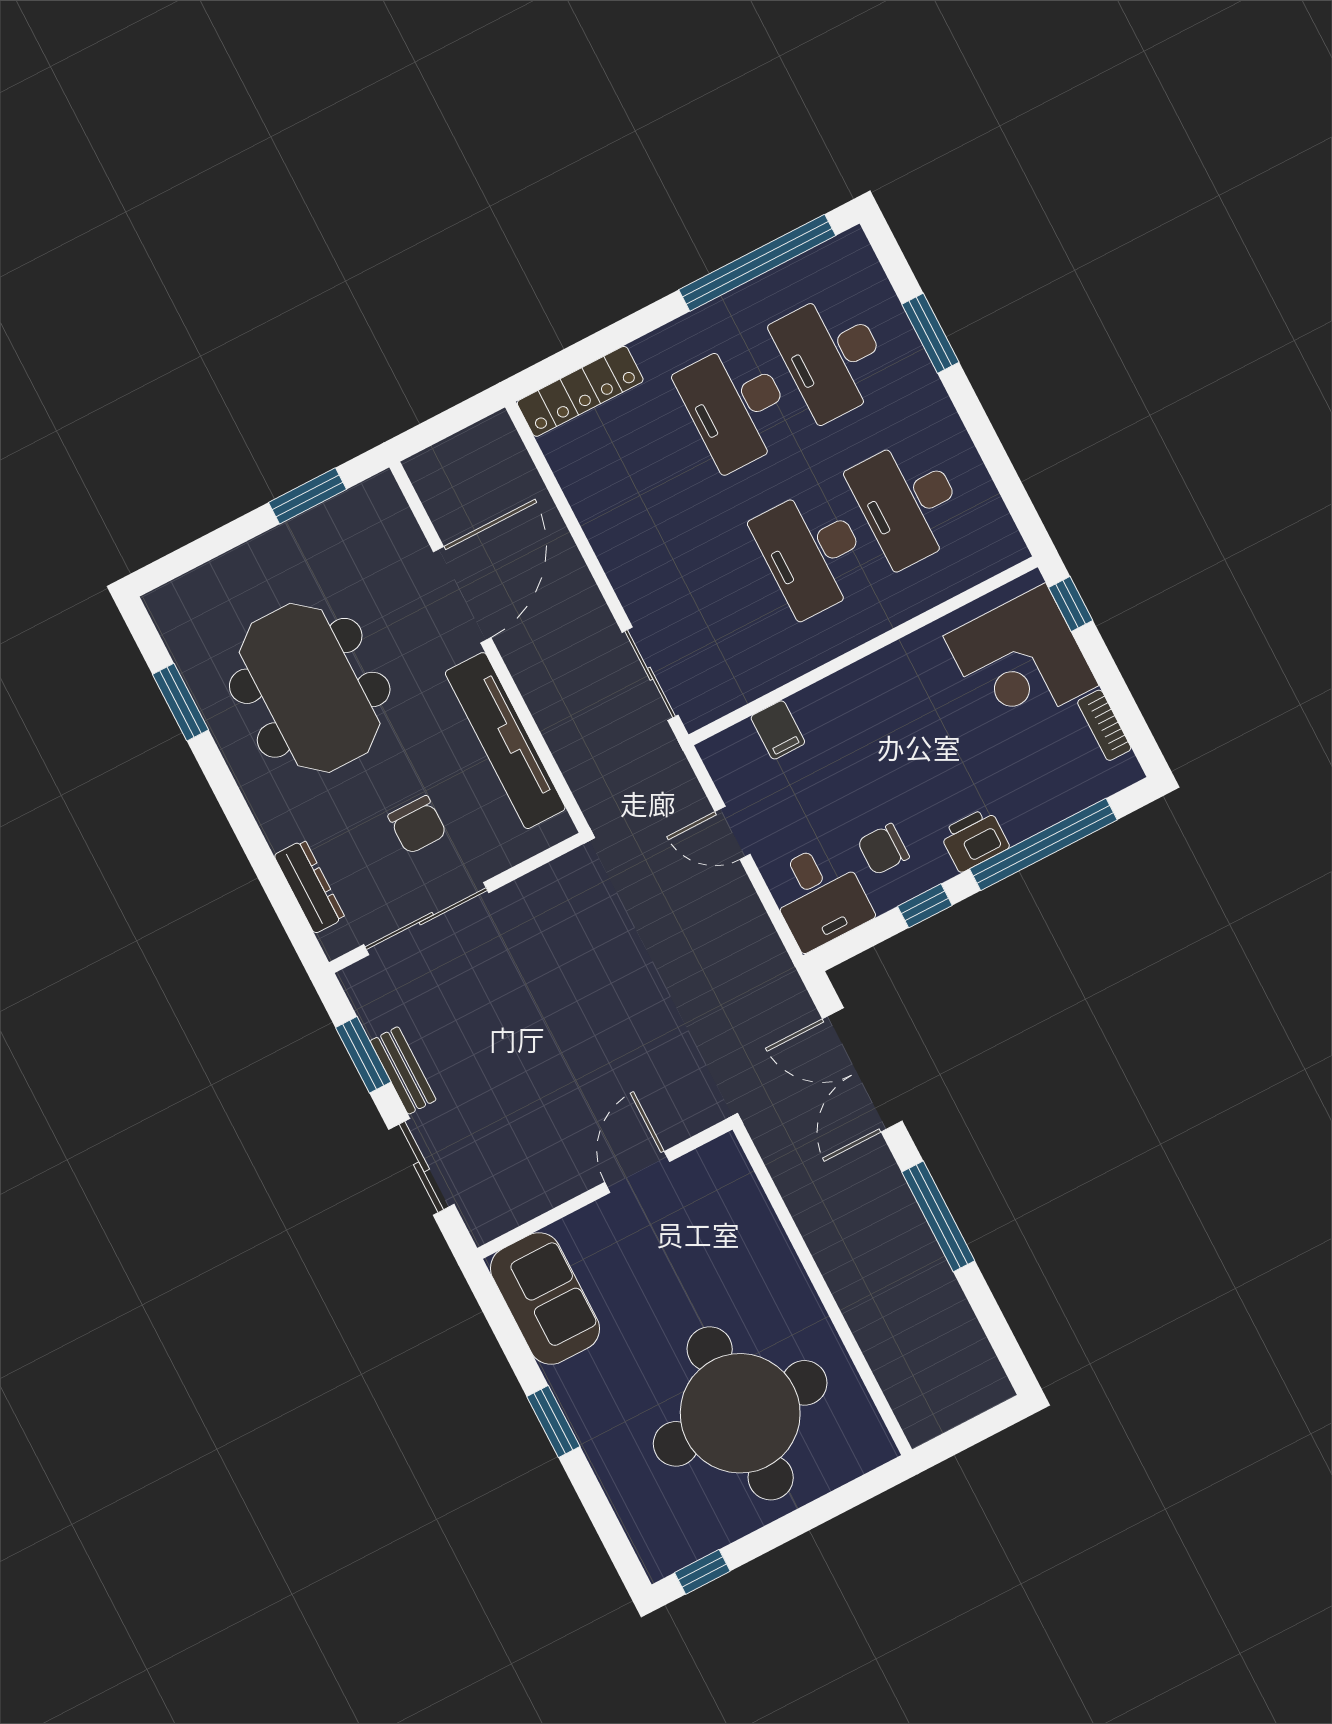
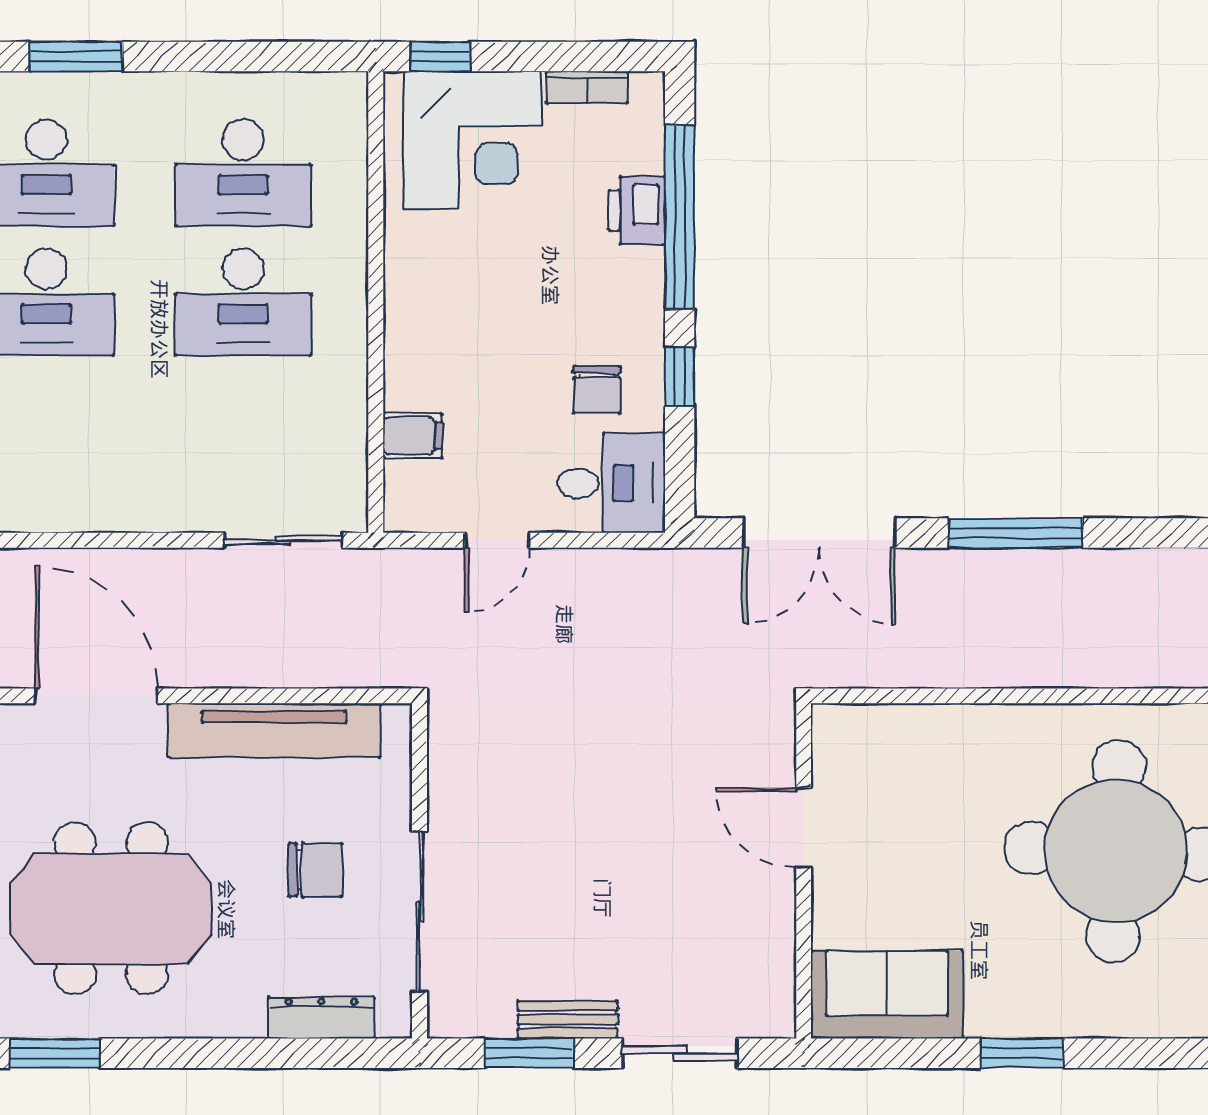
printer: (974, 840) -> (637, 211), moved

